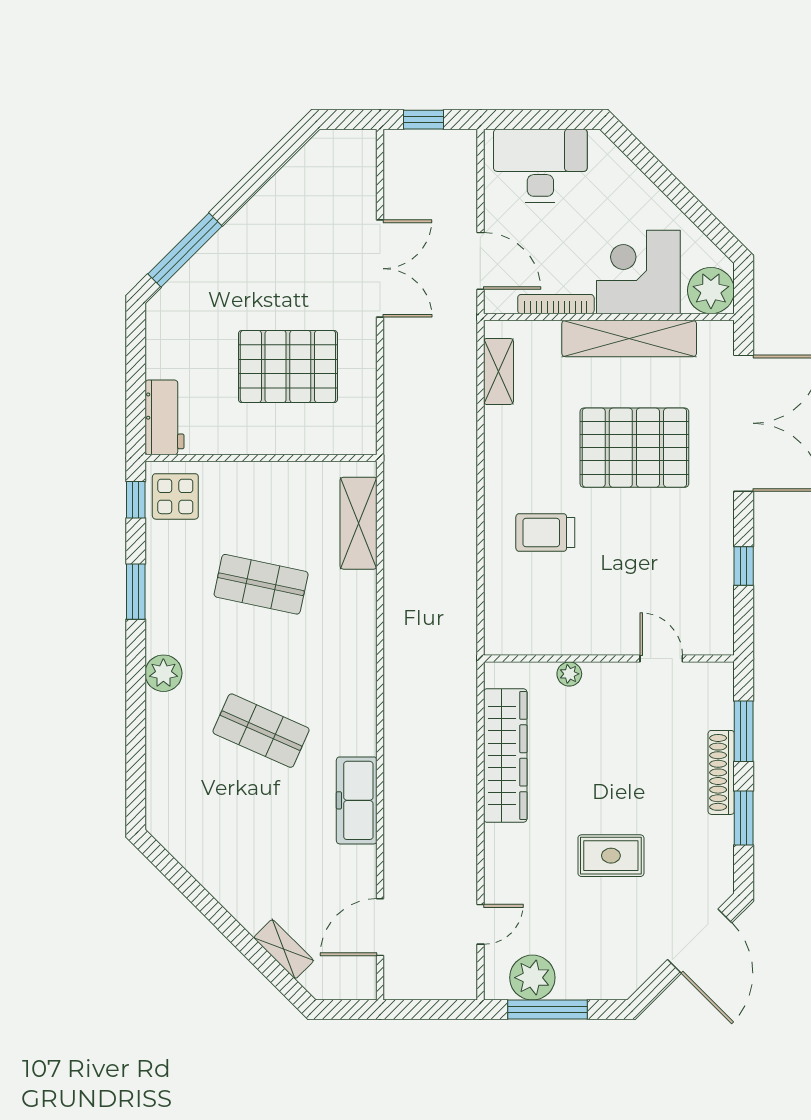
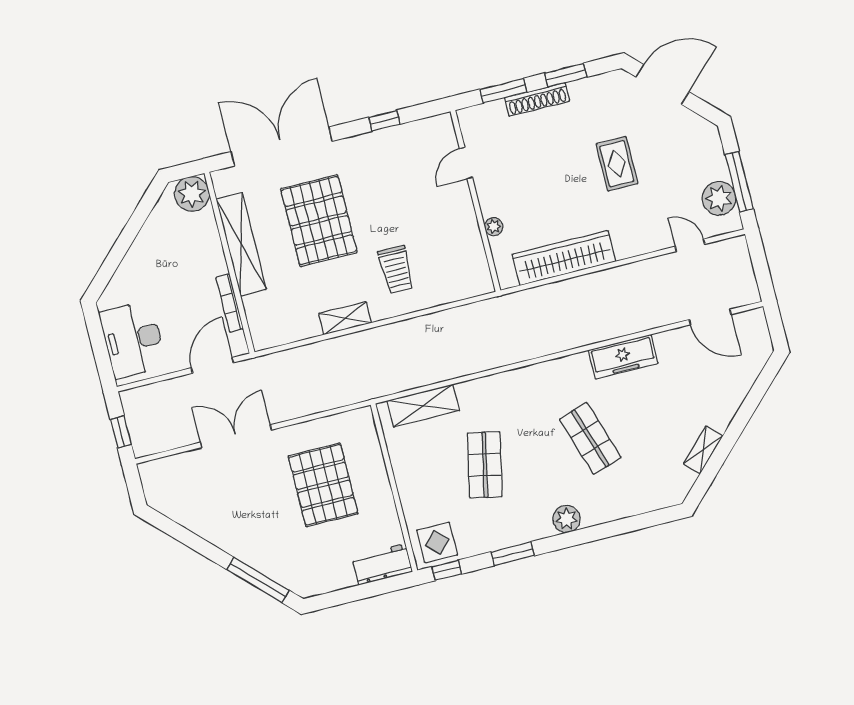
corner desk: (638, 272) -> (192, 250), removed
shelving: (498, 371) -> (345, 318), moved
shop shelf: (261, 731) -> (590, 438), turned -42
shelving: (284, 949) -> (703, 450), moved

